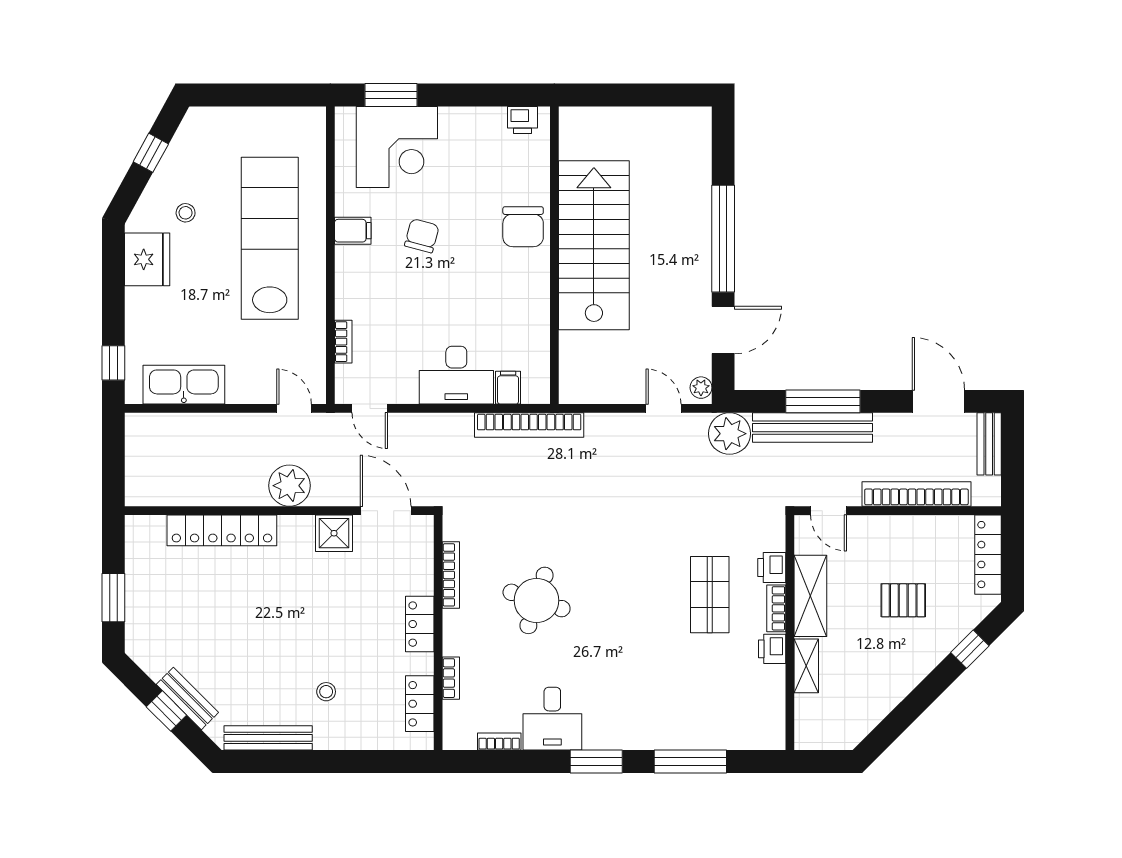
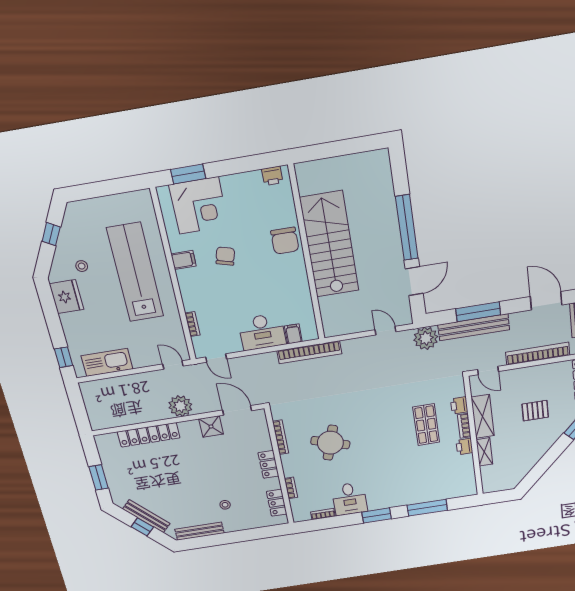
plant: (701, 388) -> (406, 316), removed
bench: (187, 698) -> (146, 516), width x1.36

